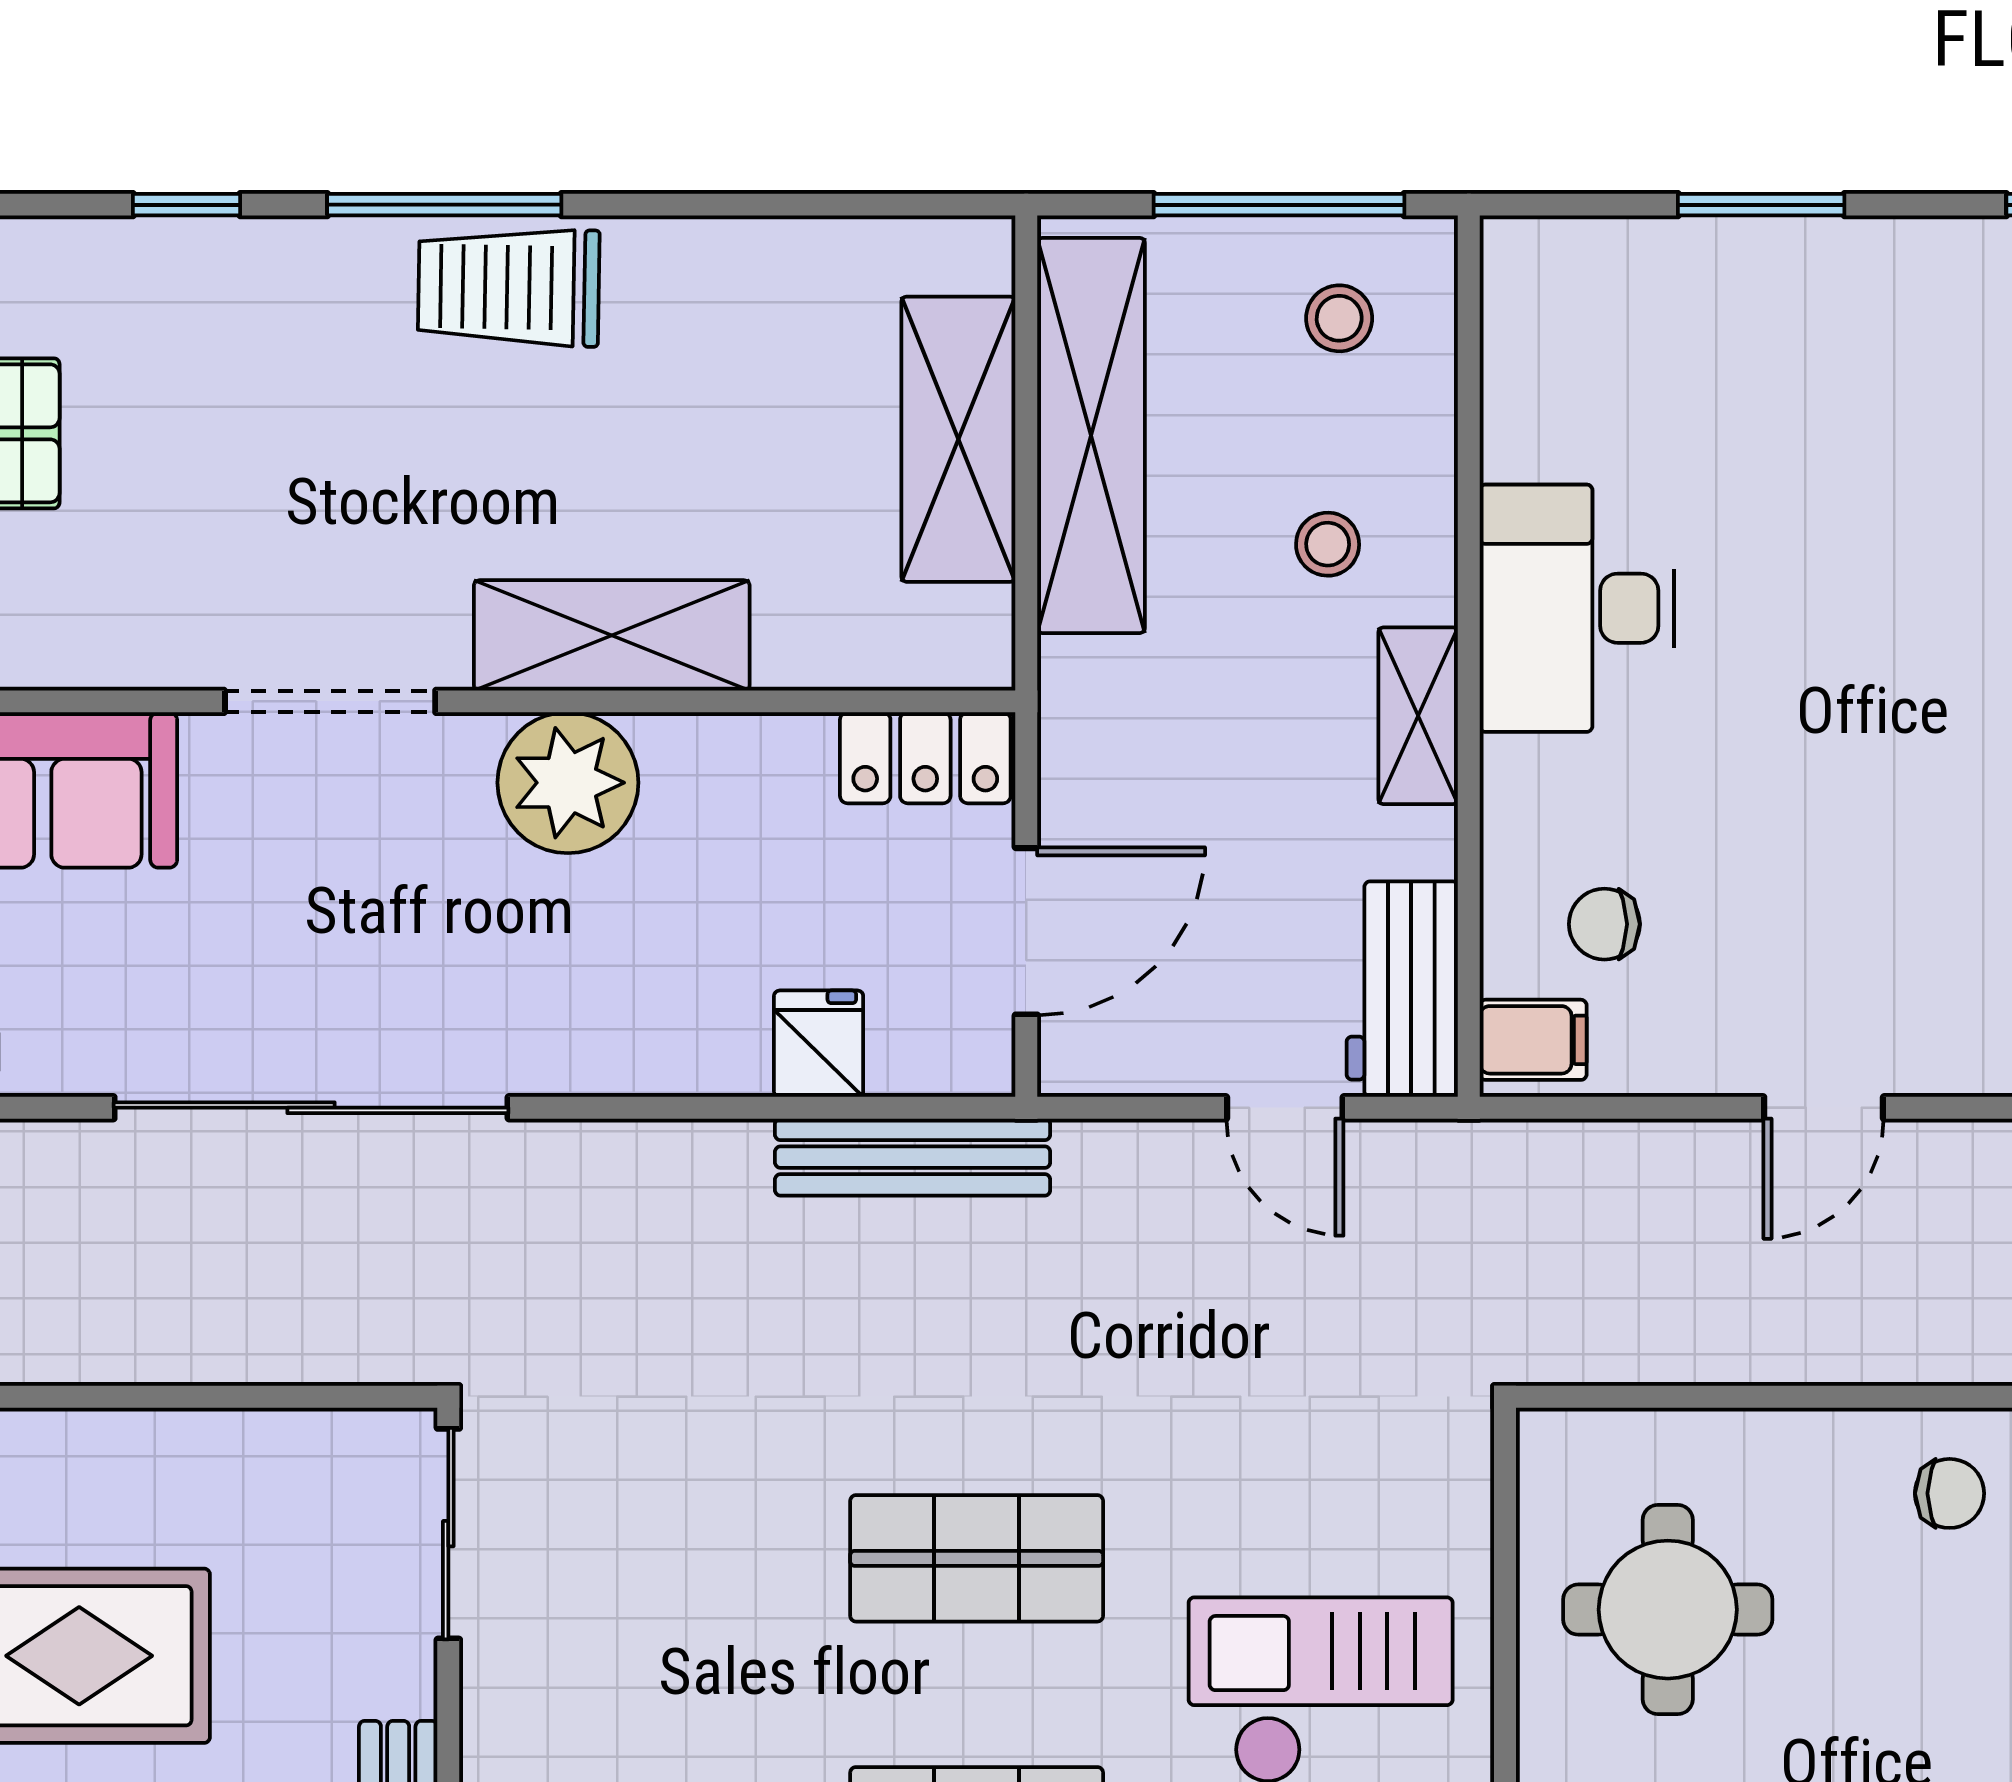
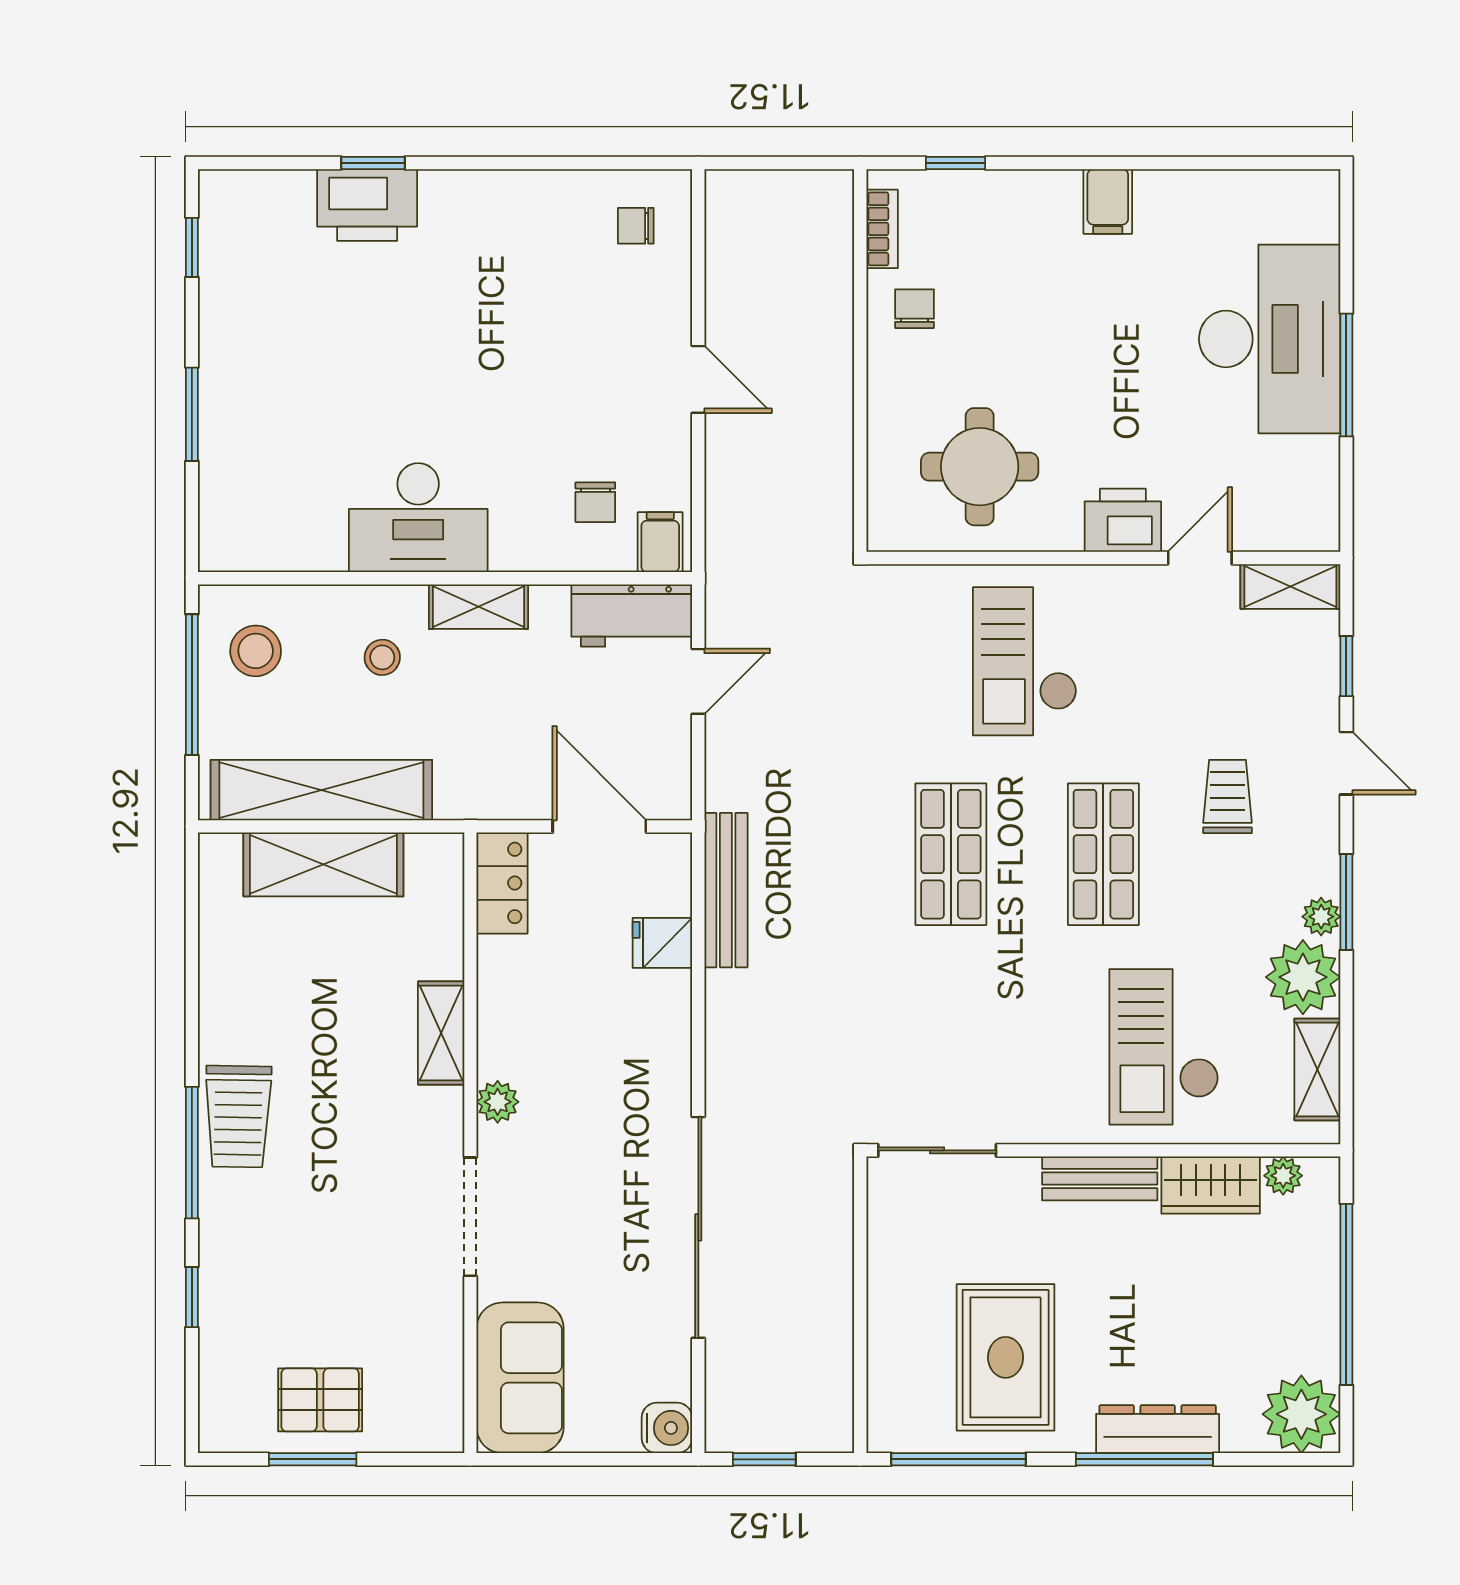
stool: (1339, 318) -> (256, 651), width x1.37, depth x1.37
shelving: (612, 635) -> (441, 1033), width x0.67, depth x0.75
plant: (568, 783) -> (498, 1102), width x0.53, depth x0.53

